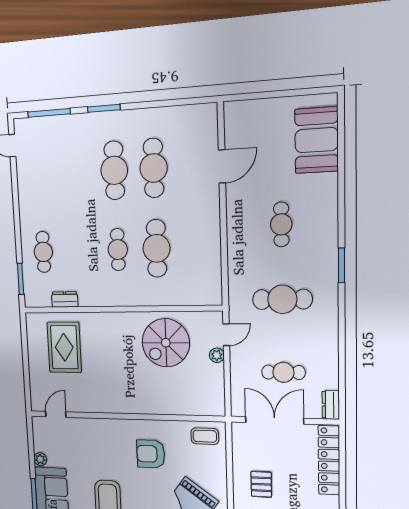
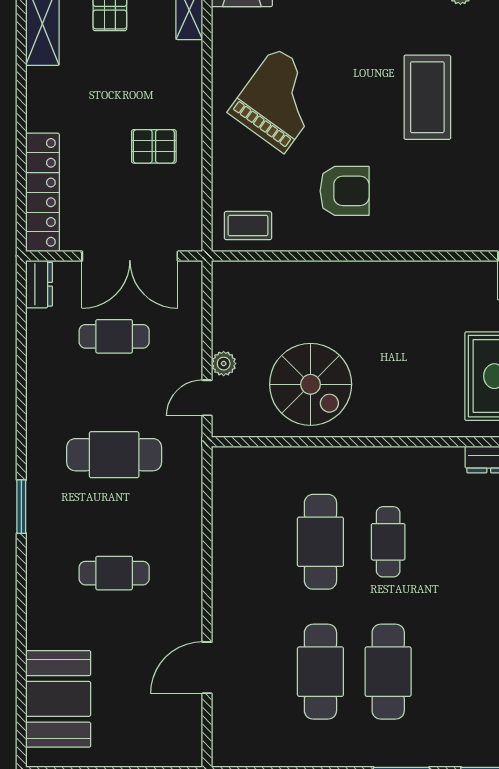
cafe table: (281, 224) -> (114, 573), turned 90
spiral stairs: (166, 343) -> (311, 384), turned 90
pallet: (261, 484) -> (154, 146), turned 90

